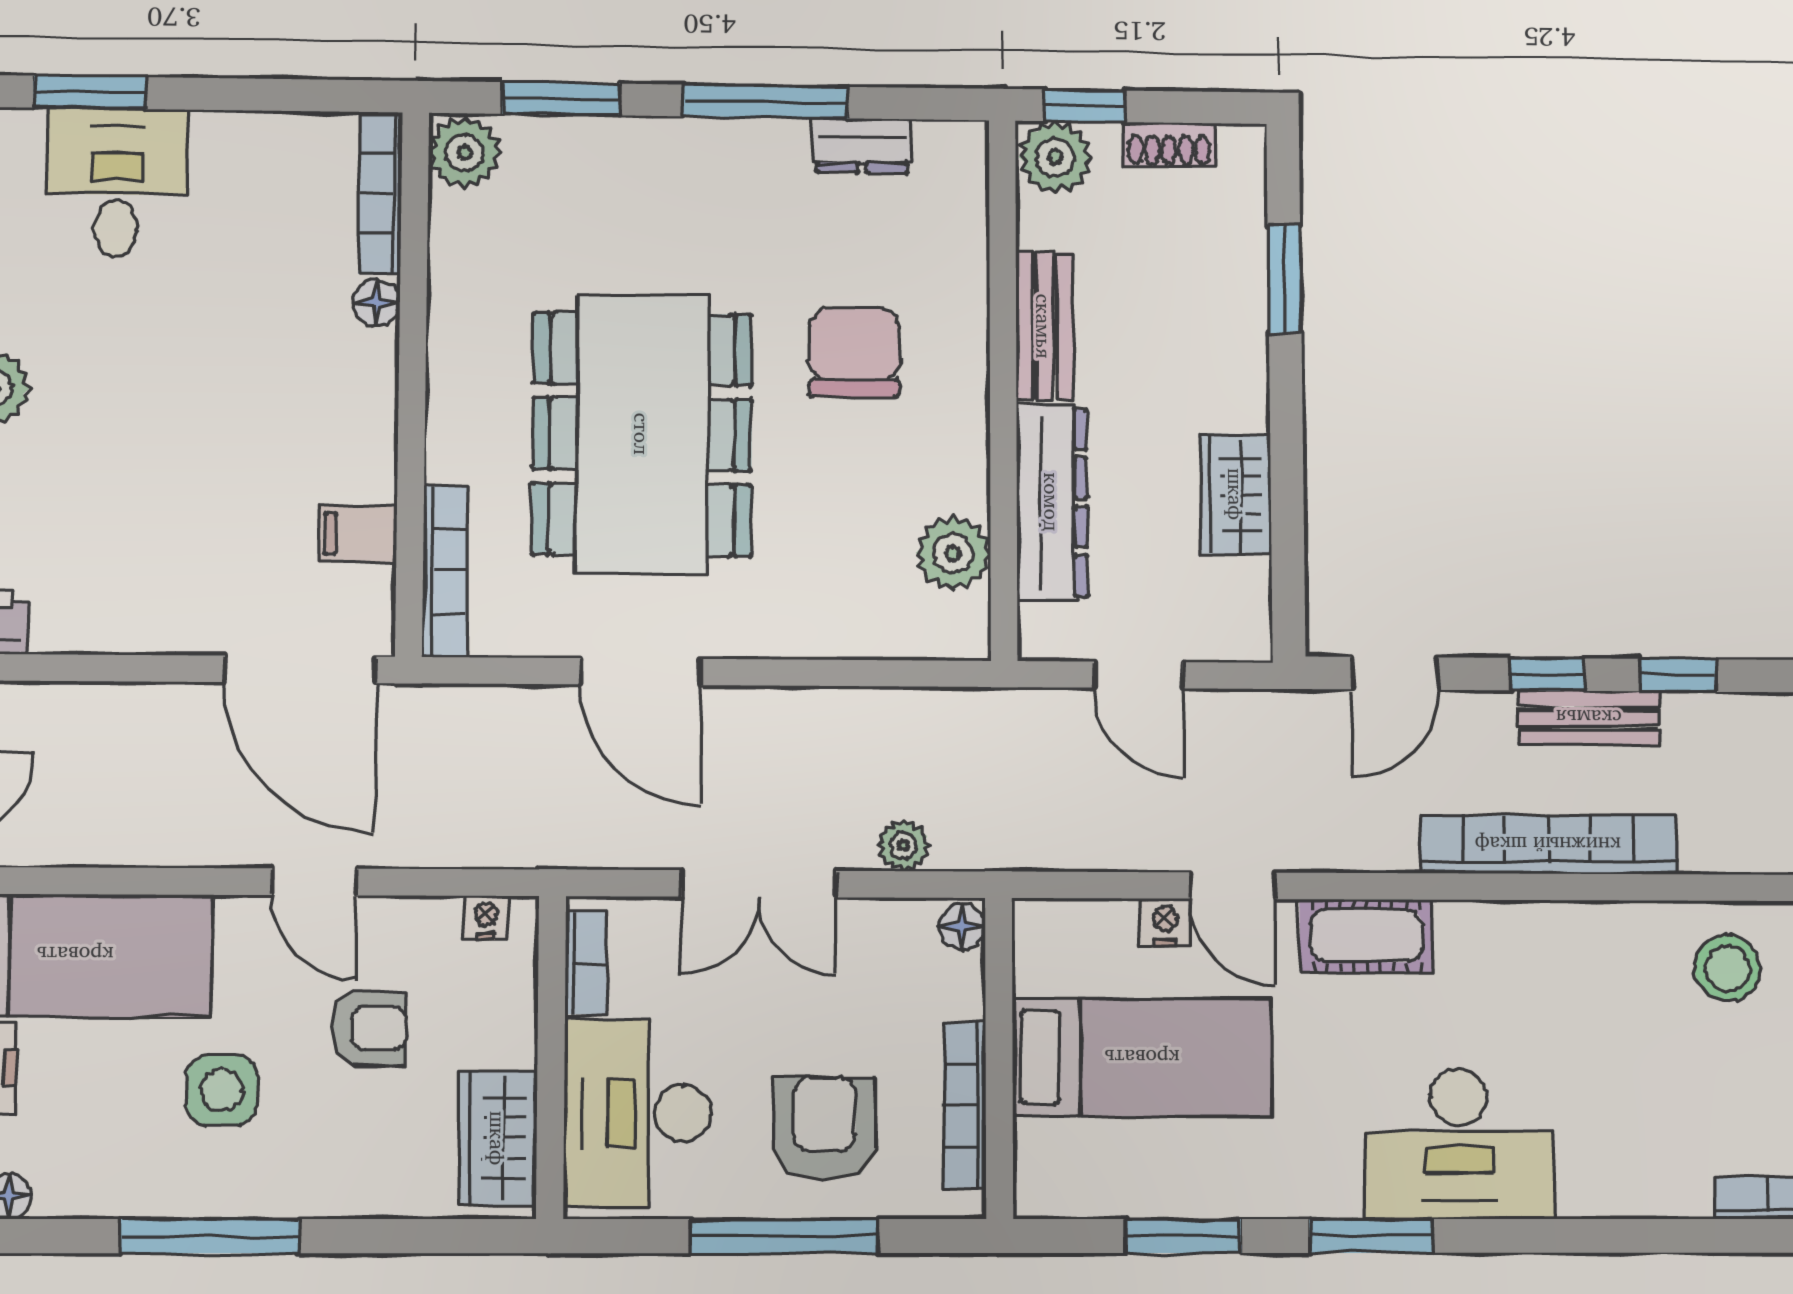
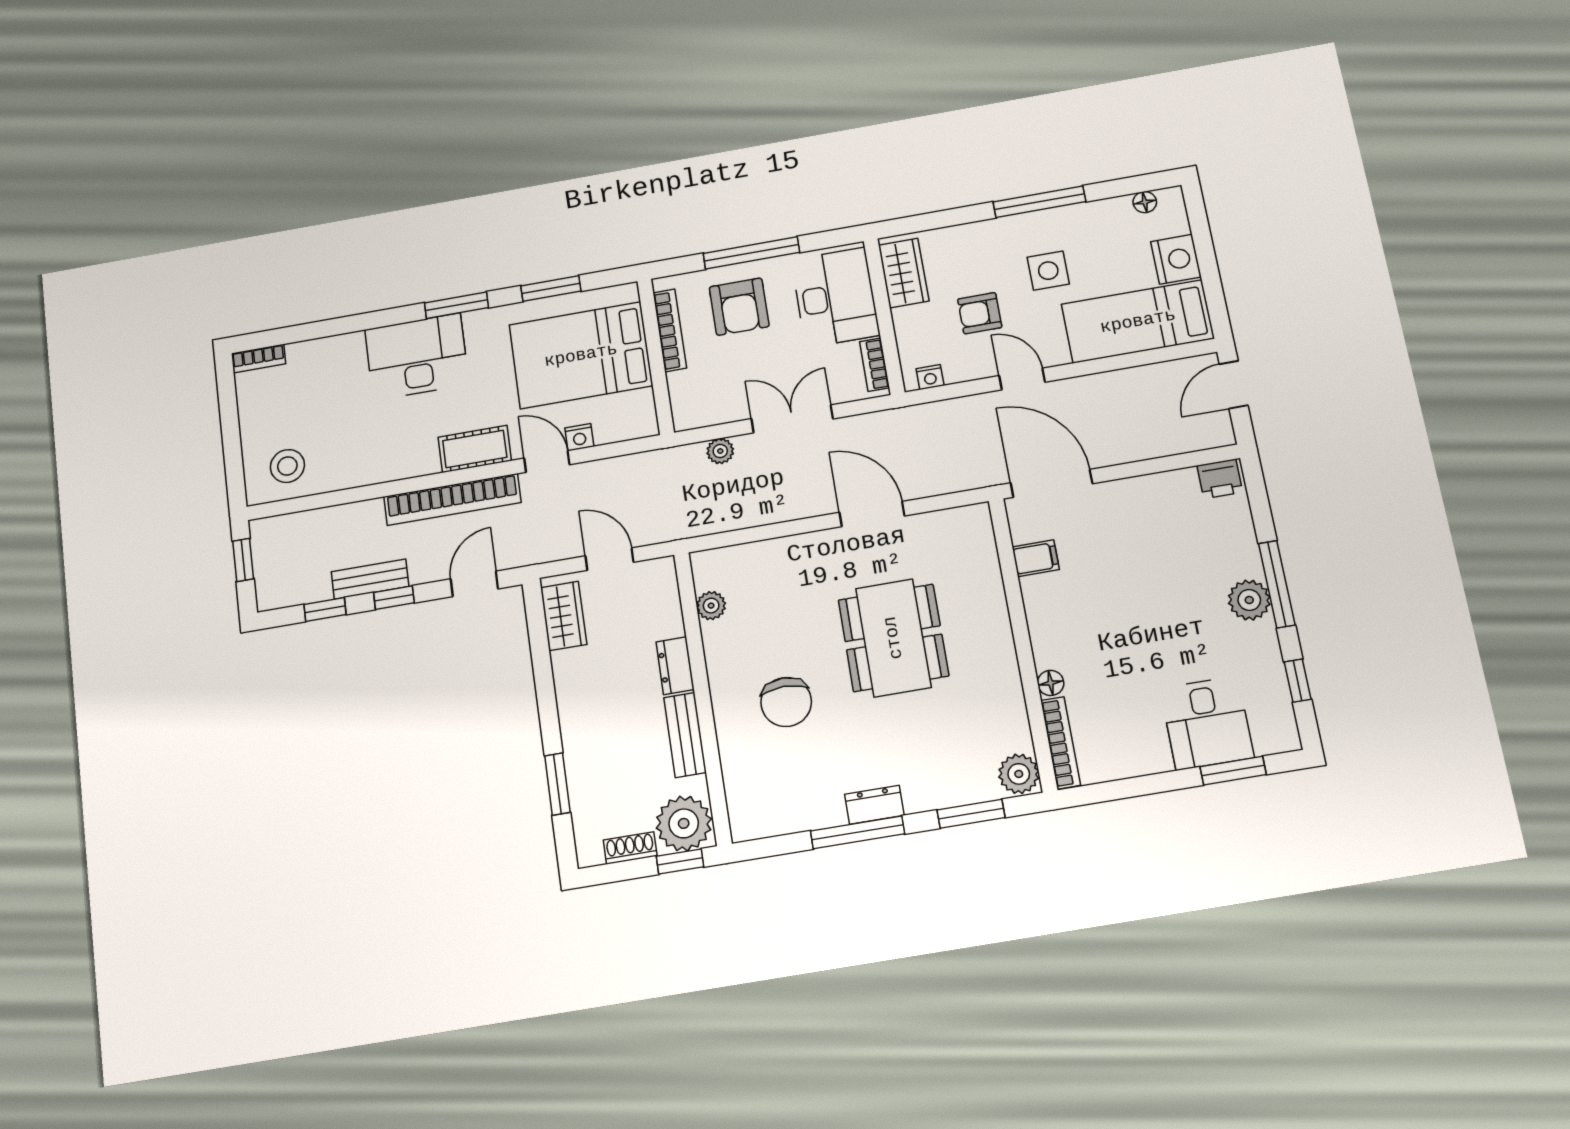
dresser: (862, 146) -> (874, 805), moved
plant: (1055, 157) -> (684, 823), width x1.36, depth x1.36
dining table: (642, 434) -> (893, 638), width x0.73, depth x0.80
wardrobe: (1236, 494) -> (564, 616), moved
dresser: (1052, 502) -> (675, 666), width x0.51, depth x0.80
plant: (953, 553) -> (711, 606), width x0.73, depth x0.73
bookcase: (445, 571) -> (985, 547), removed
bookcase: (1548, 845) -> (452, 499), moved
floor lamp: (962, 927) -> (684, 416), removed
bed: (1142, 1058) -> (581, 355), width x1.50

